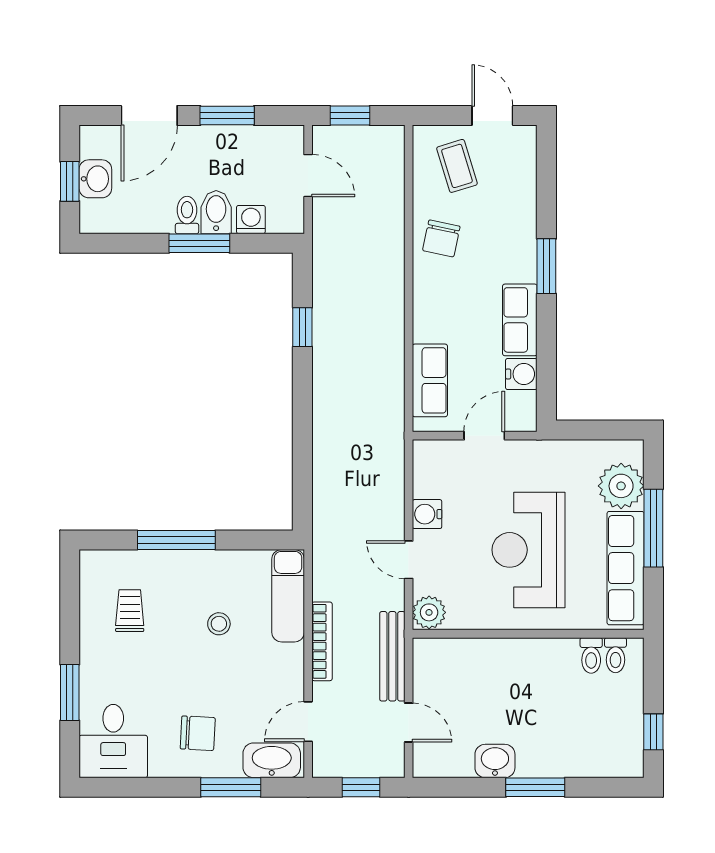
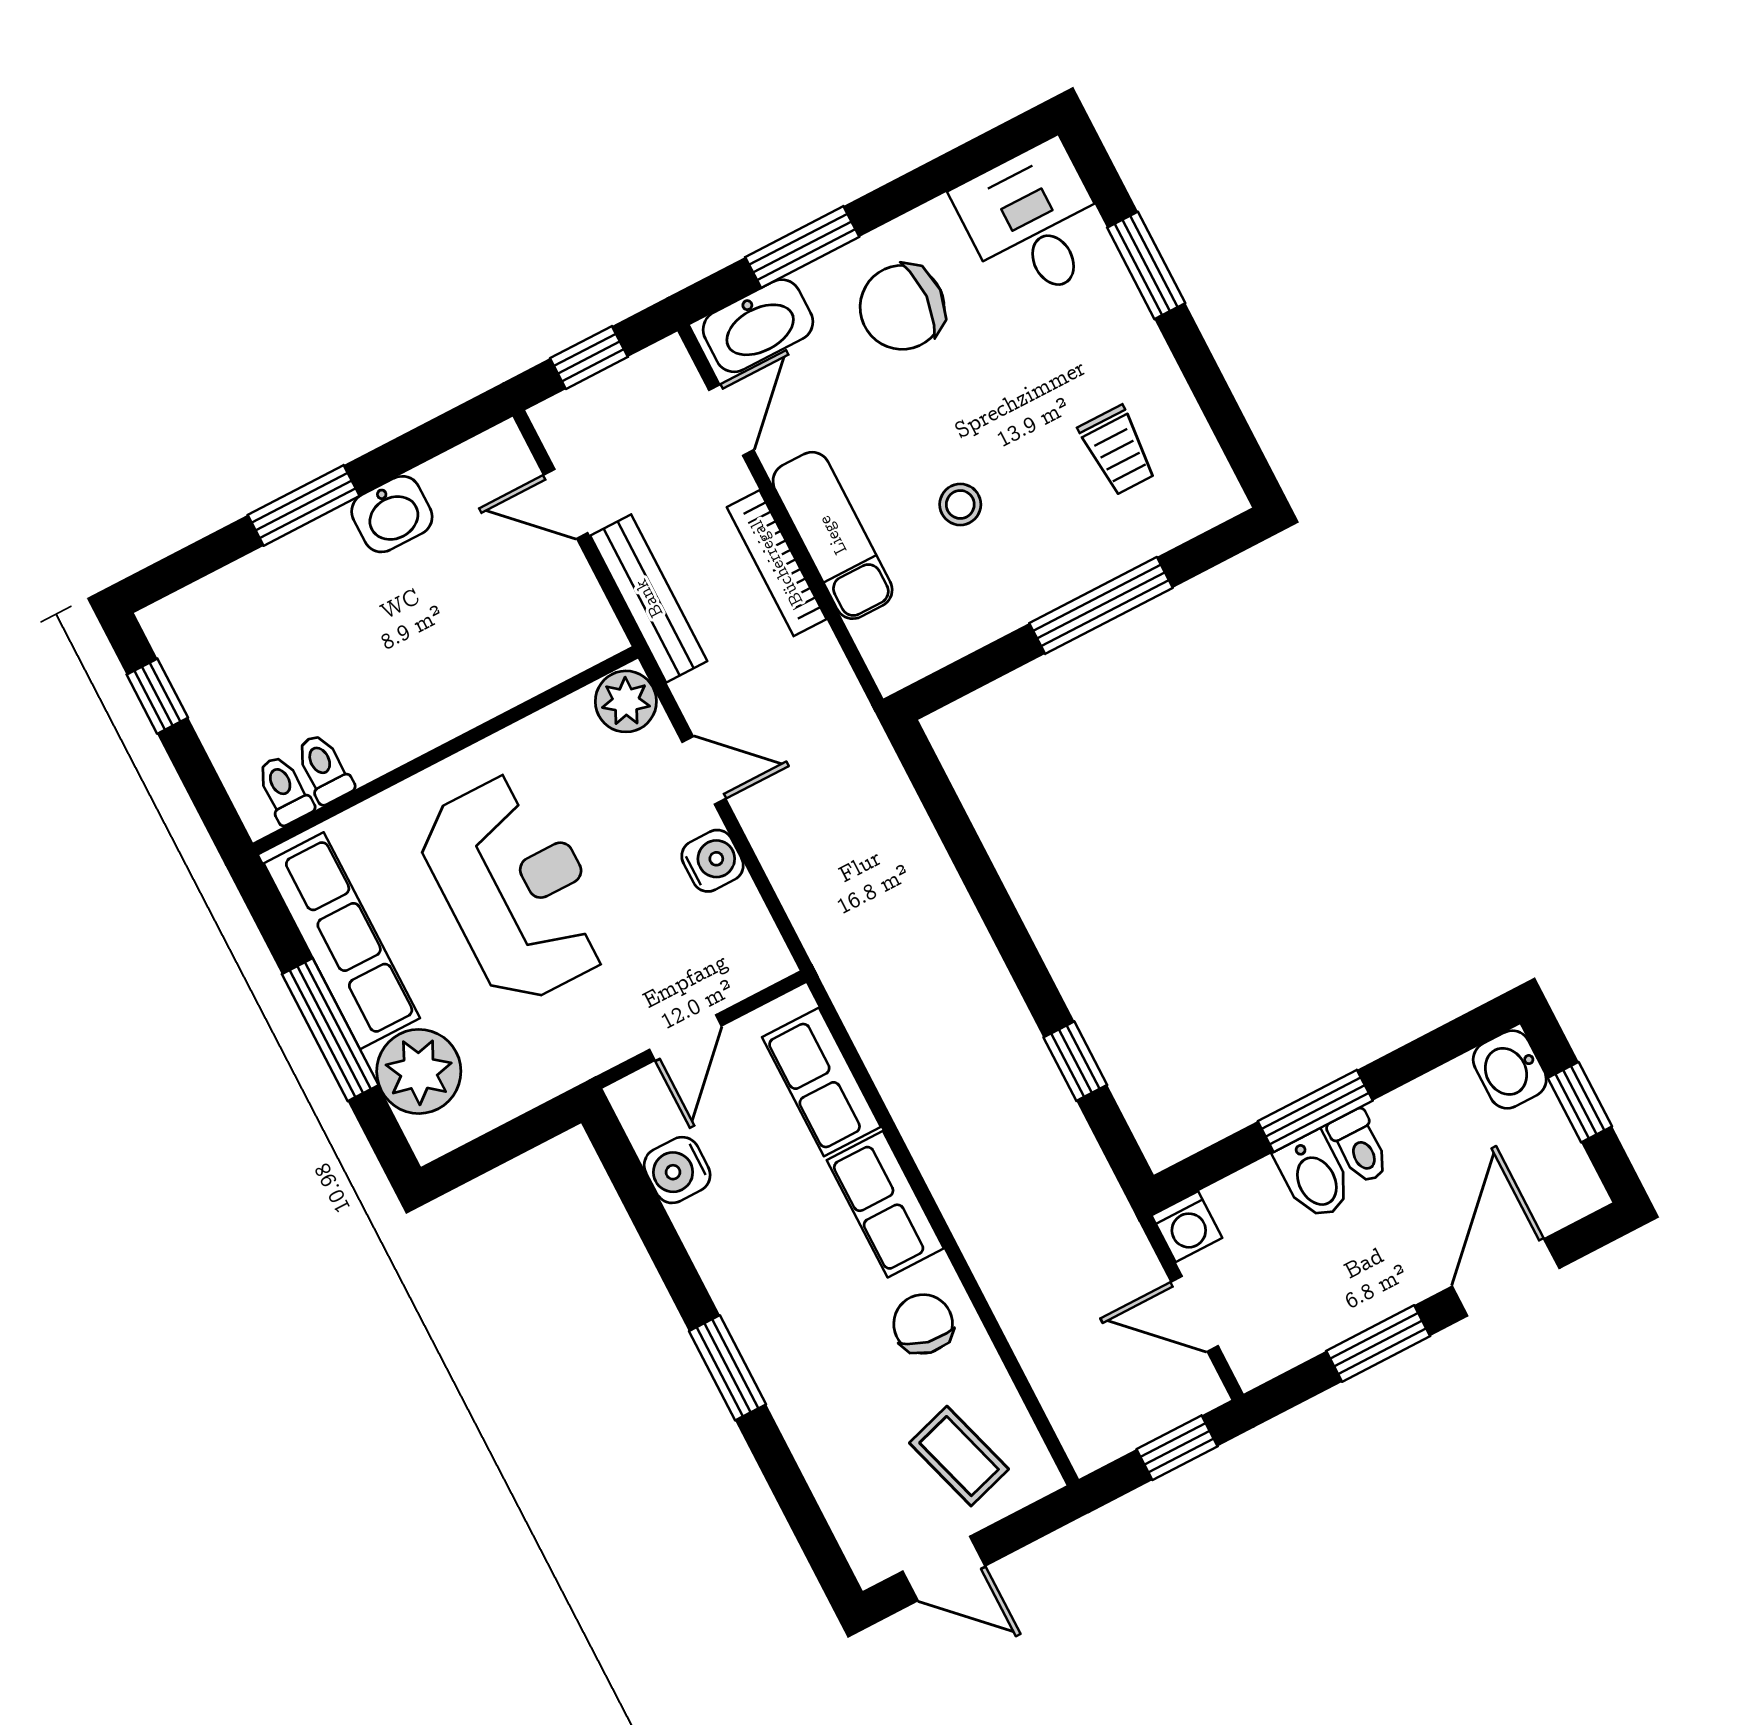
washbasin: (95, 179) -> (1510, 1069), moved
washing machine: (251, 220) -> (1187, 1227), moved
row of seats: (520, 320) -> (885, 1204), moved, turned 180
exam couch: (288, 596) -> (833, 535), moved
chair: (198, 733) -> (902, 307), width x1.37, depth x1.37

